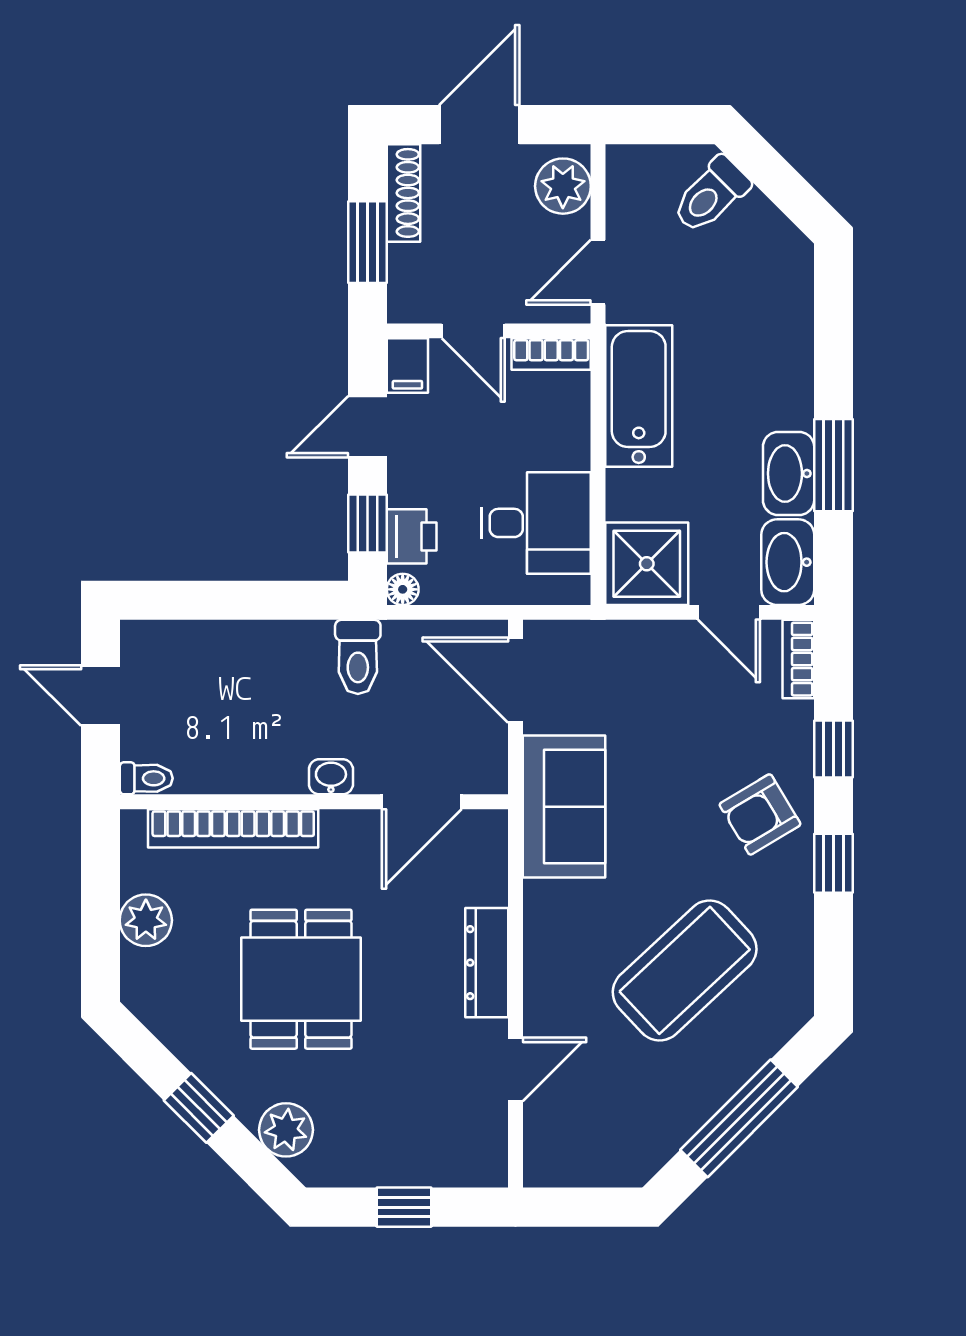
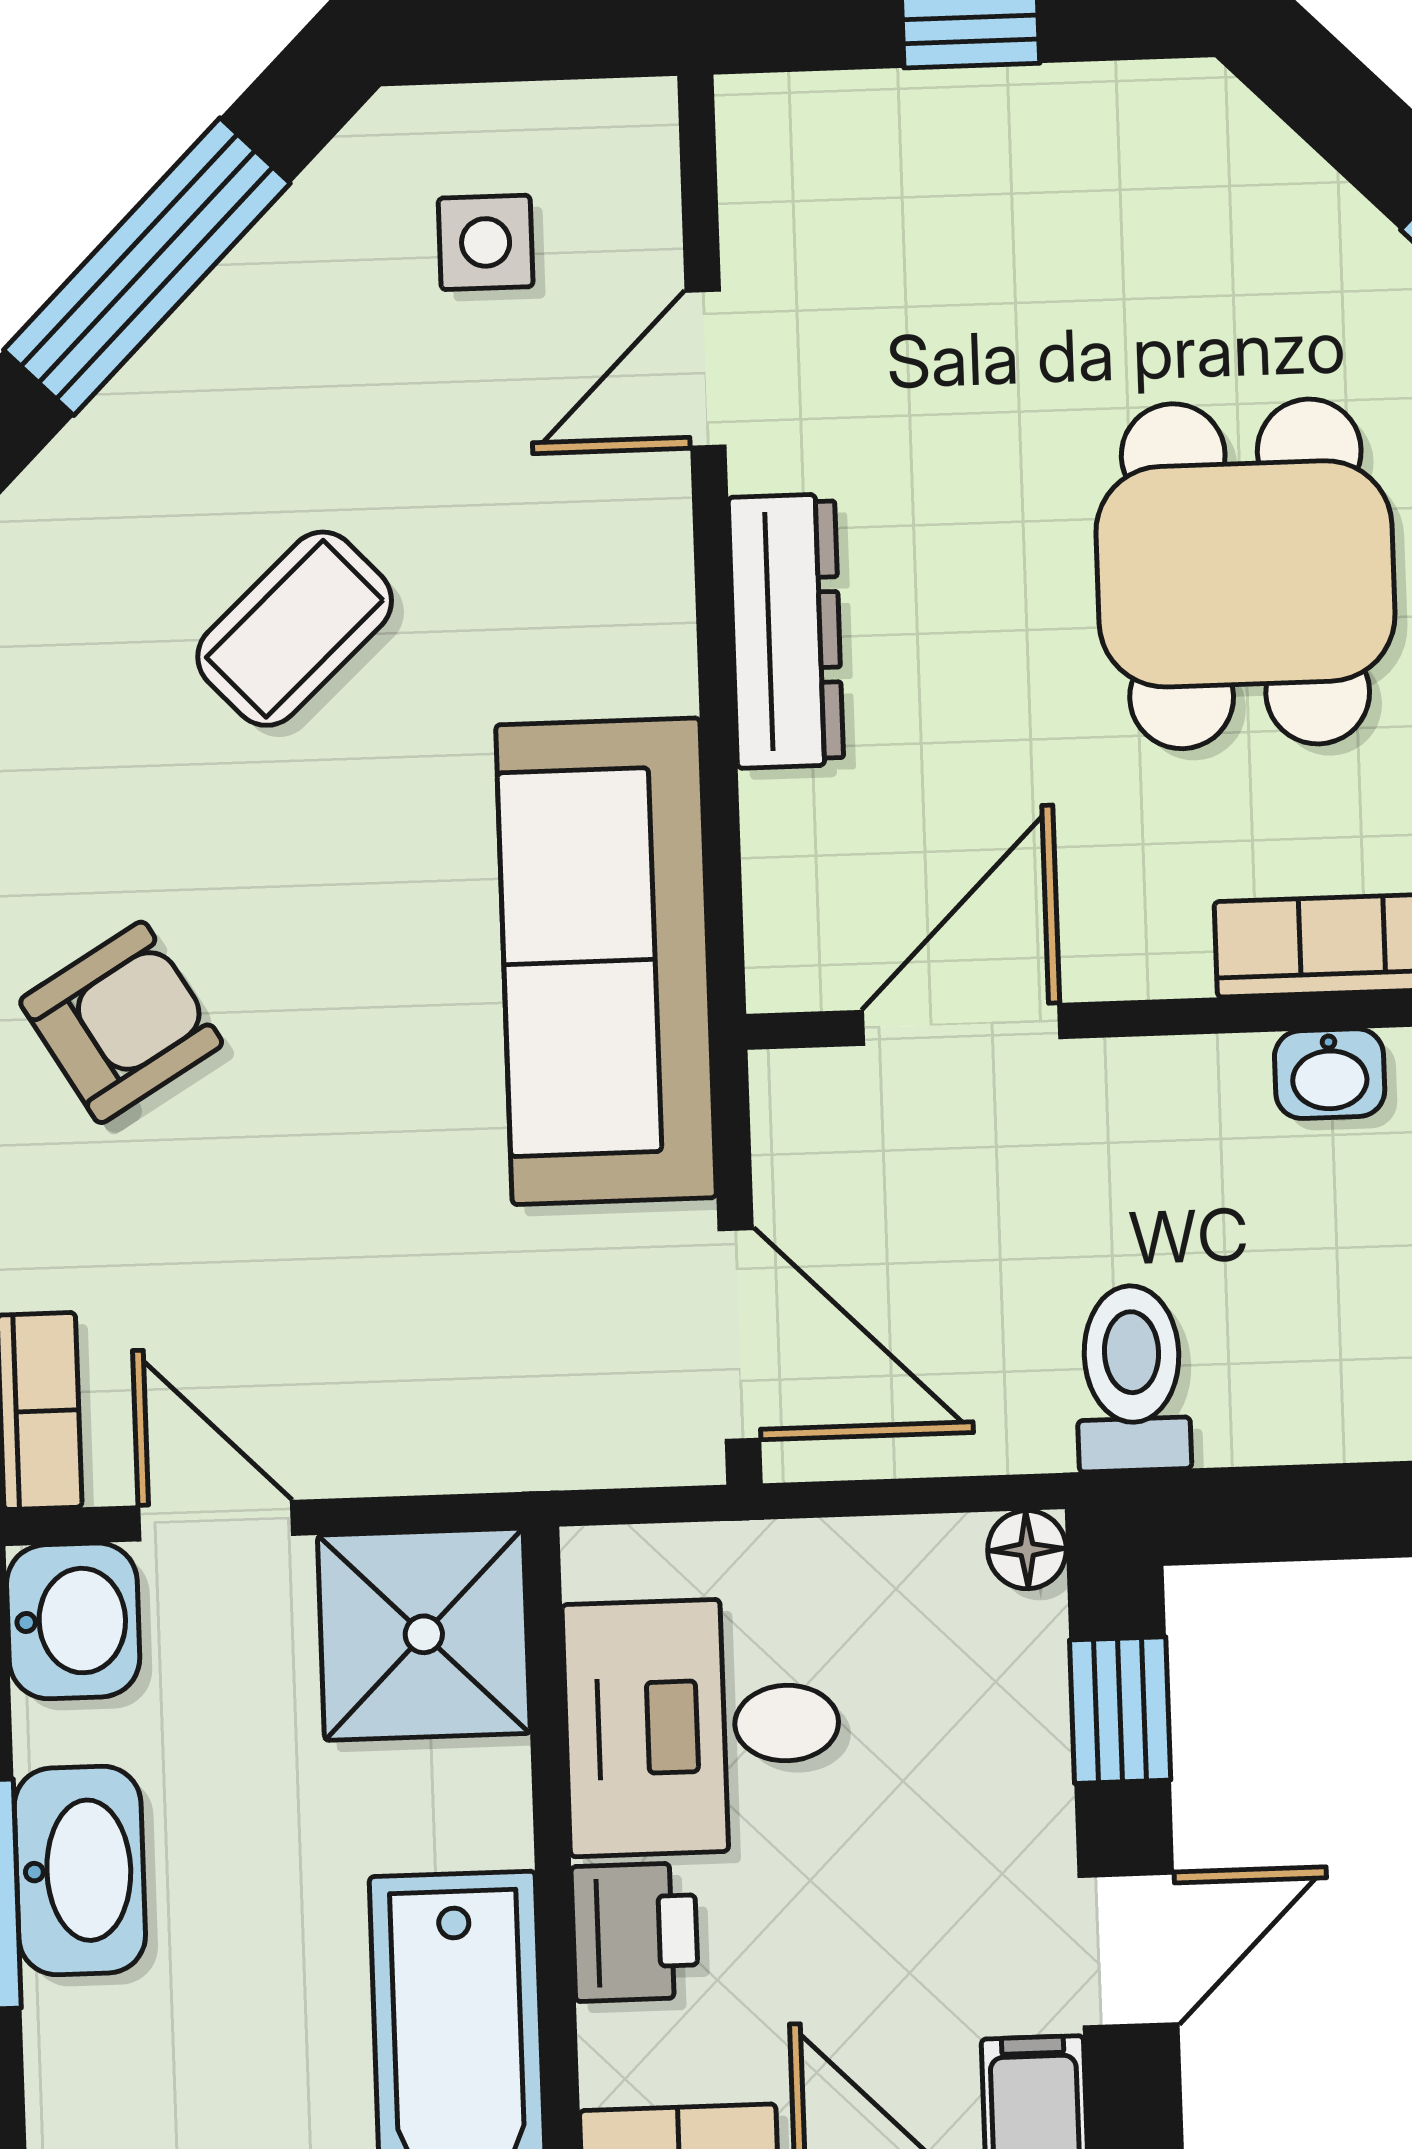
printer: (412, 536) -> (635, 1932), moved, turned 180
washbasin: (788, 562) -> (73, 1621), width x0.72
washbasin: (331, 777) -> (1330, 1074), moved
sofa: (564, 807) -> (606, 961), width x1.36
coffee table: (685, 970) -> (295, 629), width x0.54, depth x0.58
side table: (602, 1123) -> (486, 242), added
plant: (286, 1130) -> (1270, 199), removed

